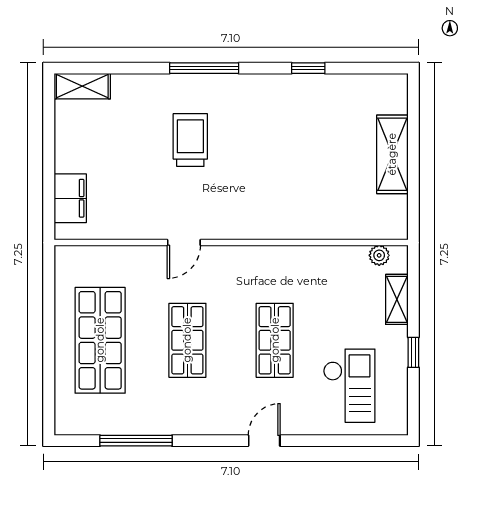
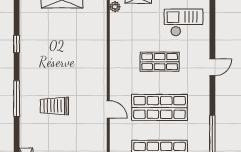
shop shelf: (187, 340) -> (160, 107), width x1.43, depth x1.36
door: (264, 441) -> (212, 67), swing flipped

